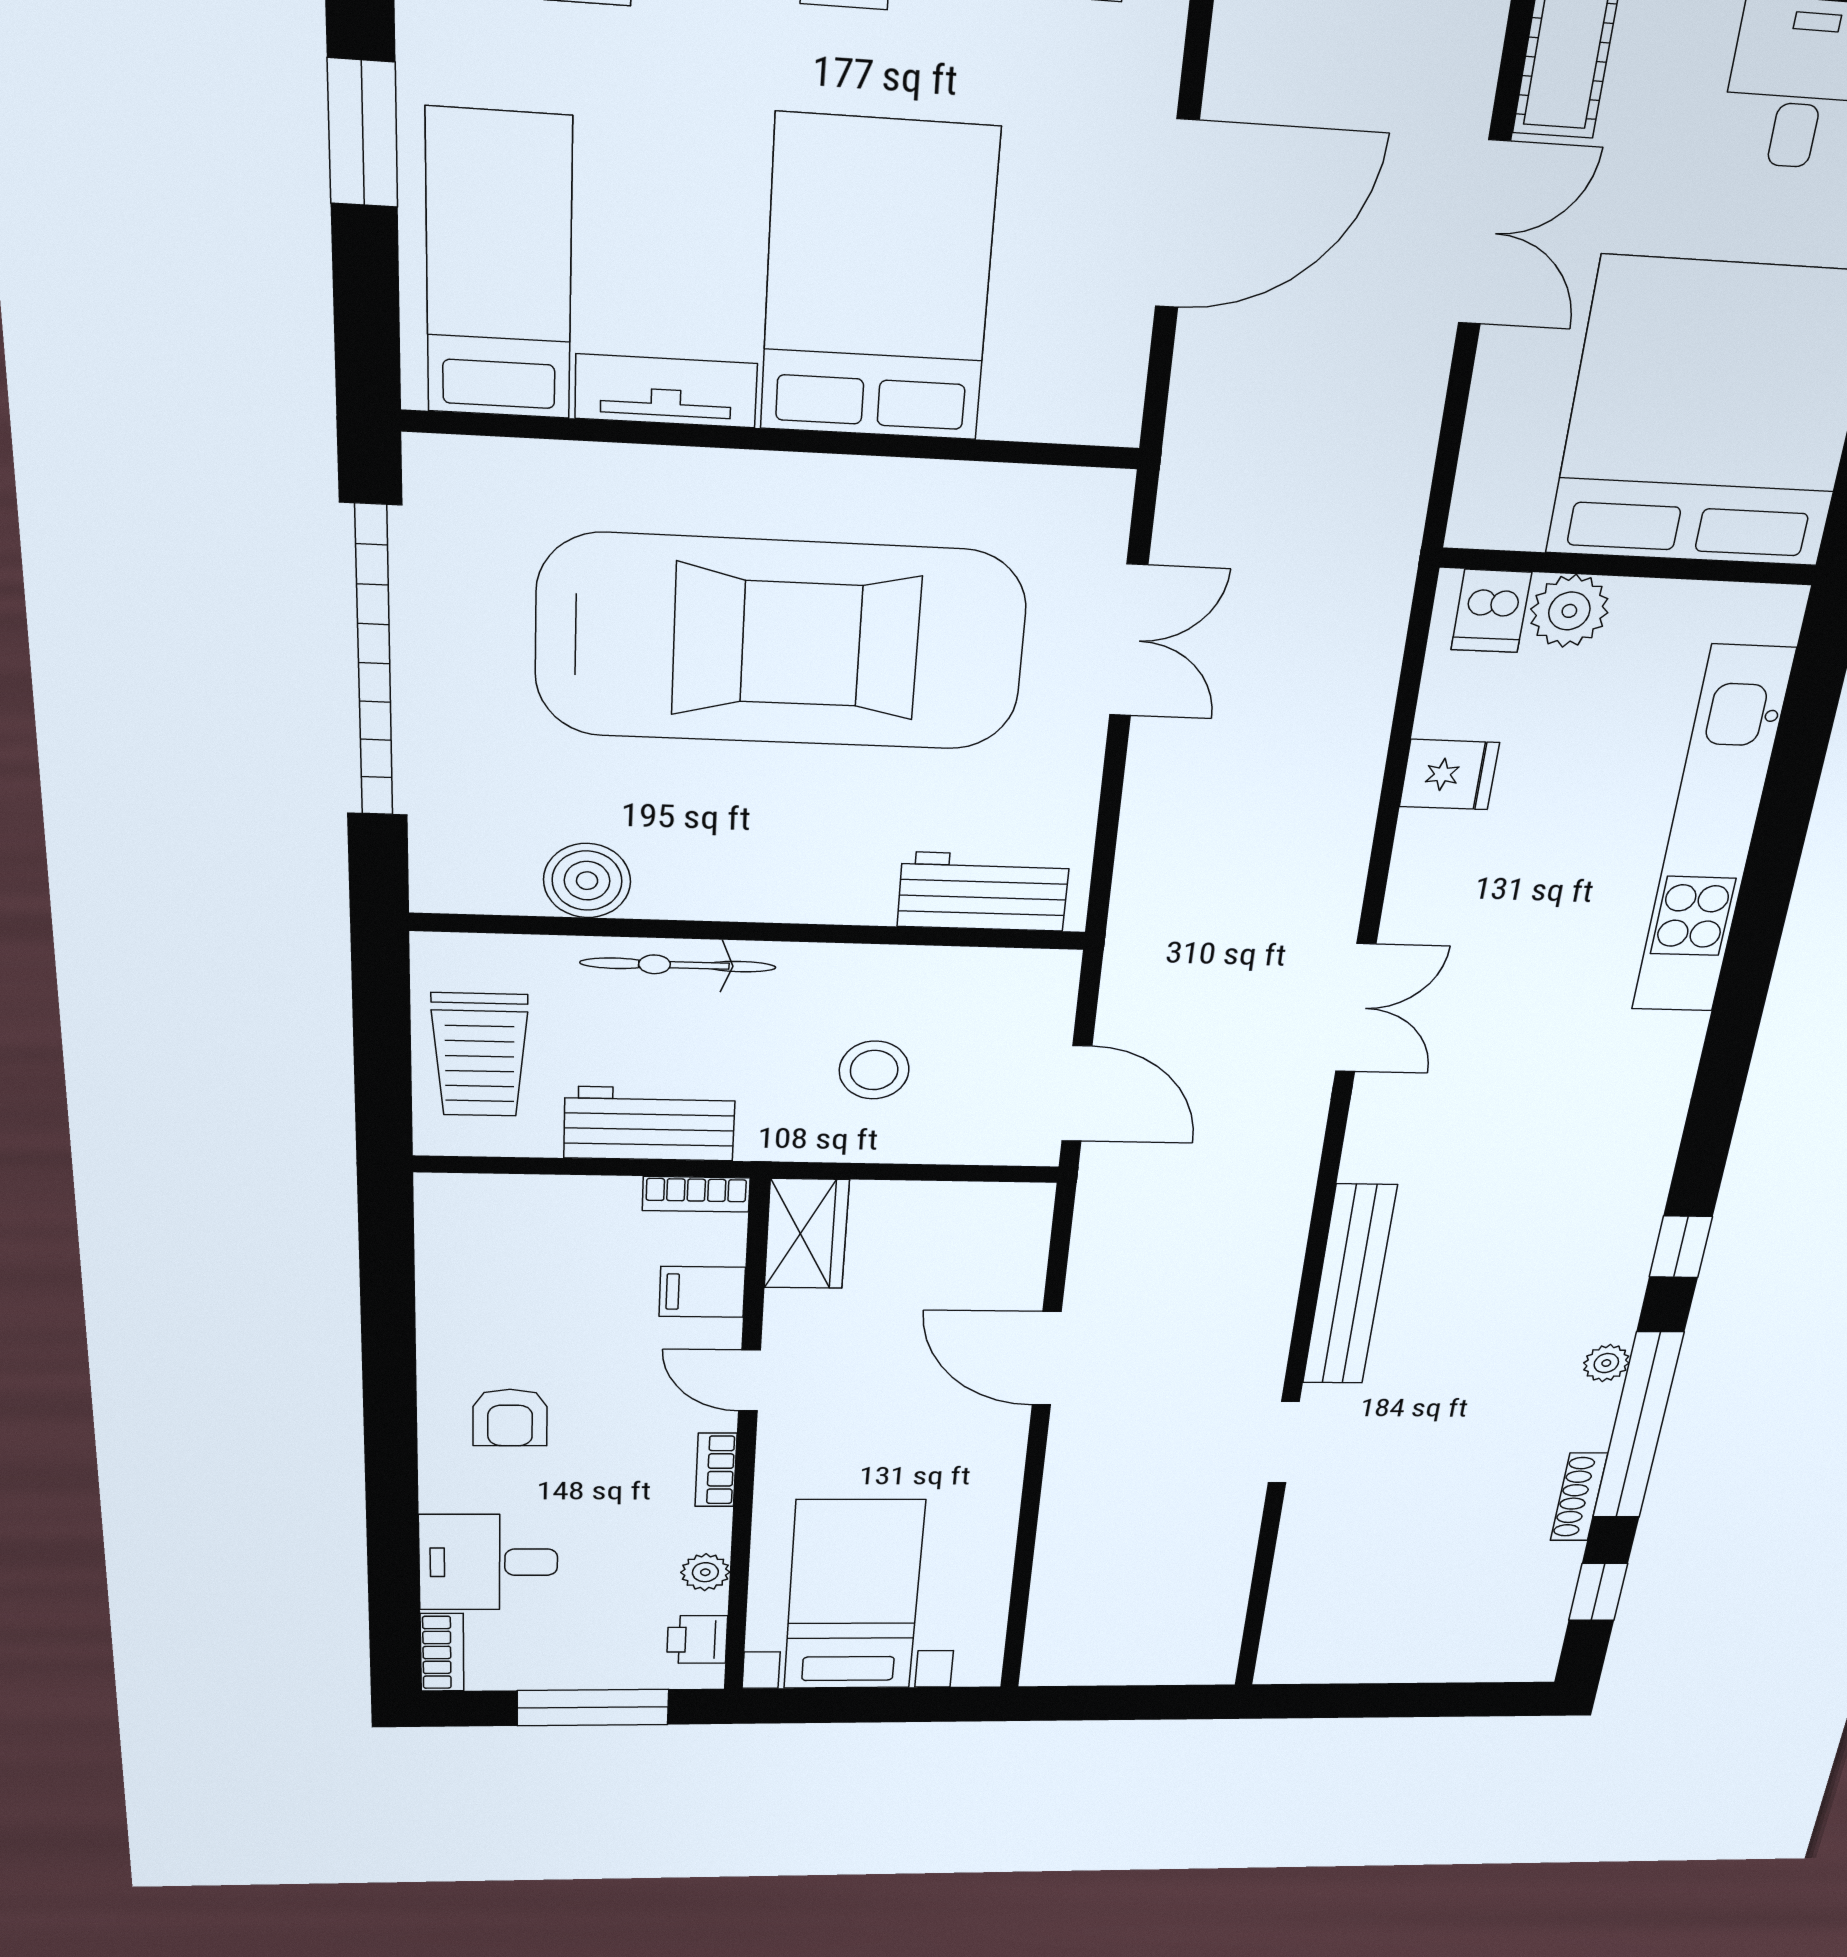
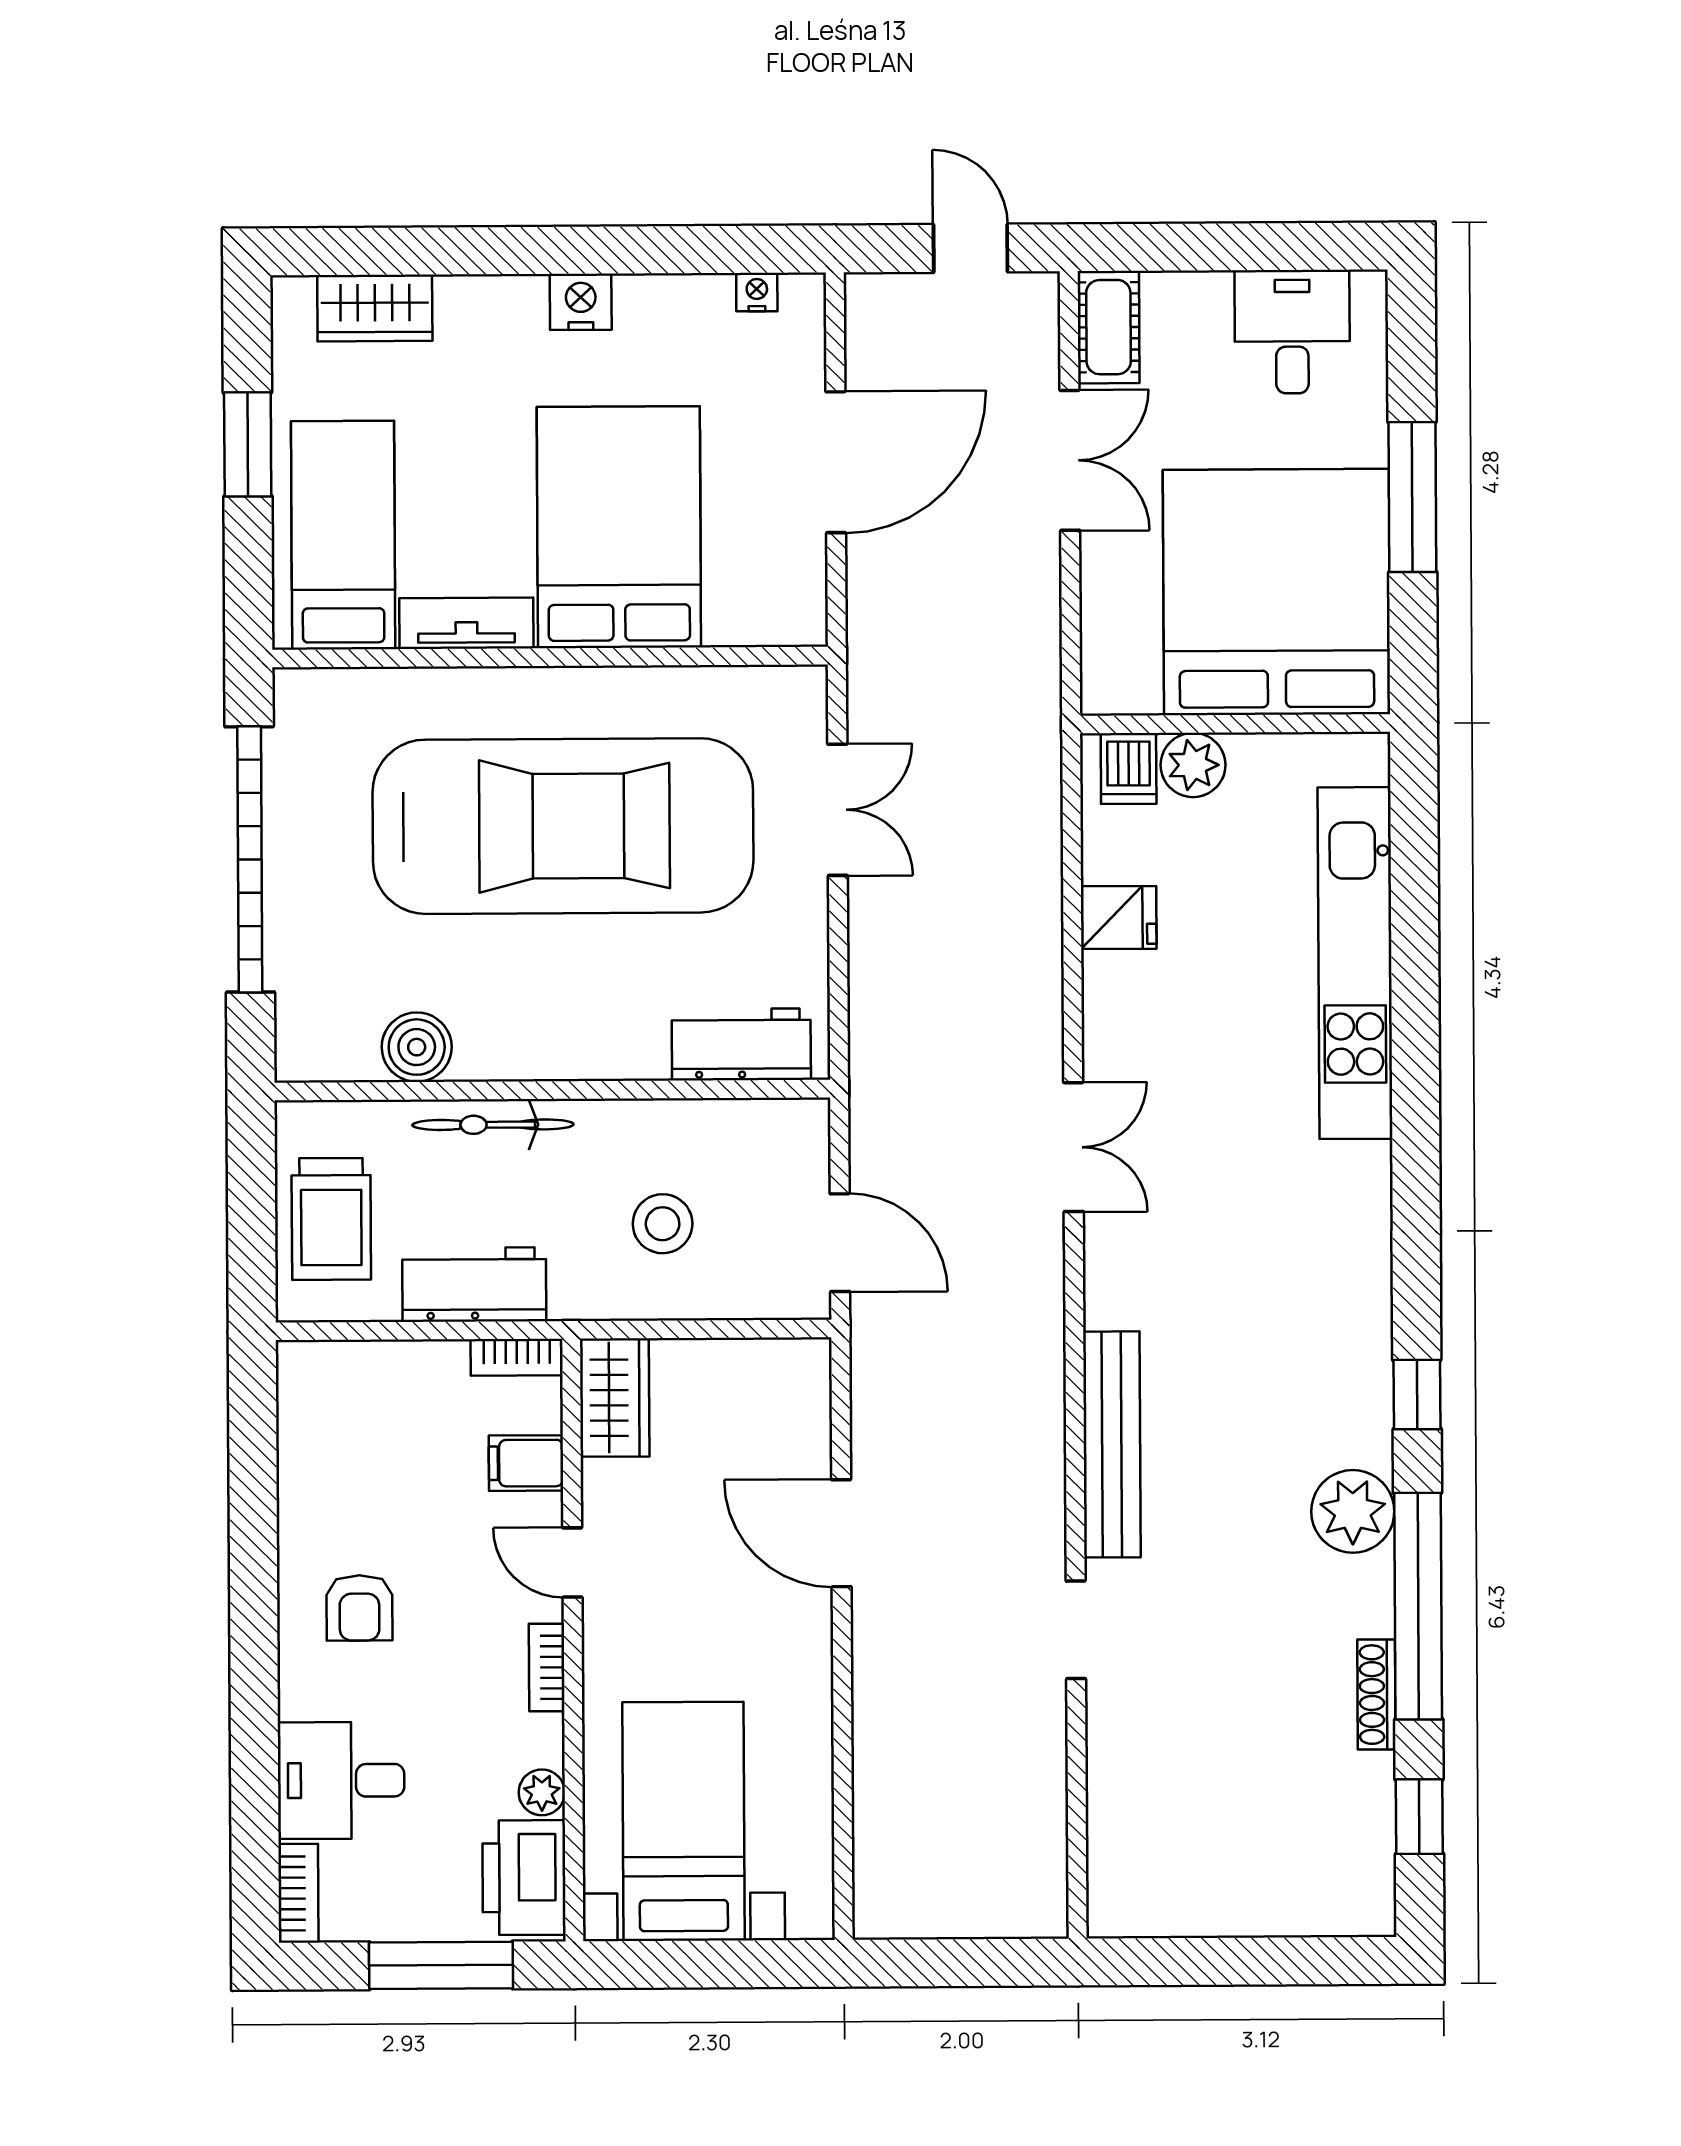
plant: (1606, 1363) -> (1353, 1511), width x1.88, depth x1.88
printer: (697, 1640) -> (524, 1878), width x1.87, depth x1.48

